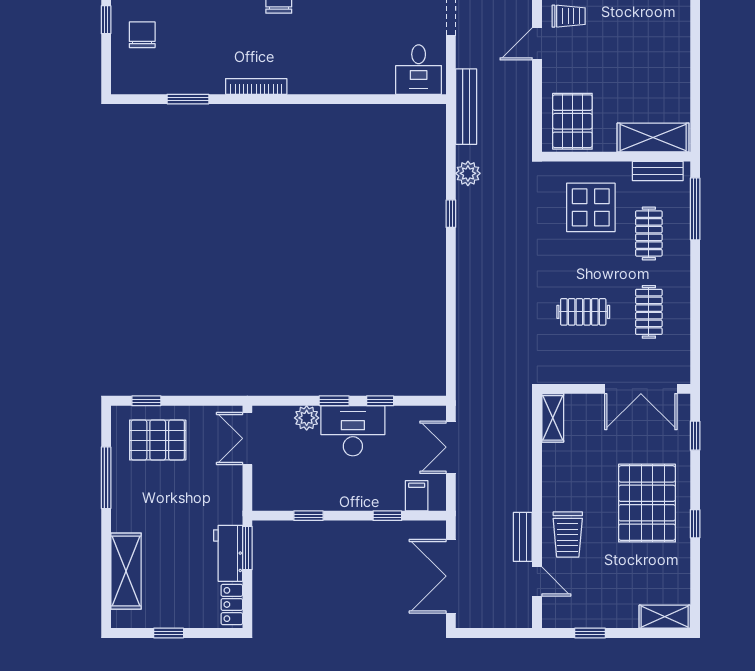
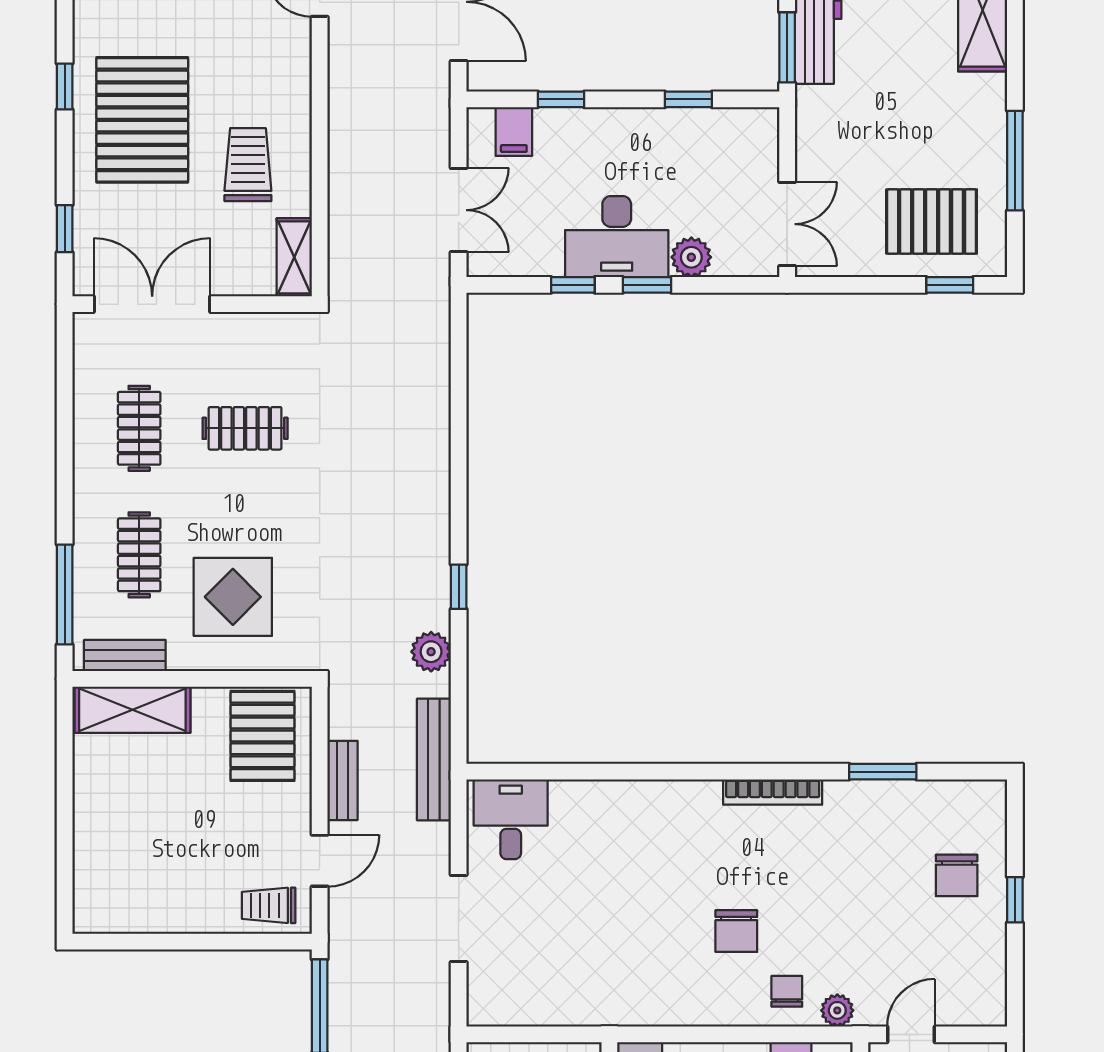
trolley: (568, 535) -> (248, 165), moved
bench: (523, 537) -> (342, 780), moved

